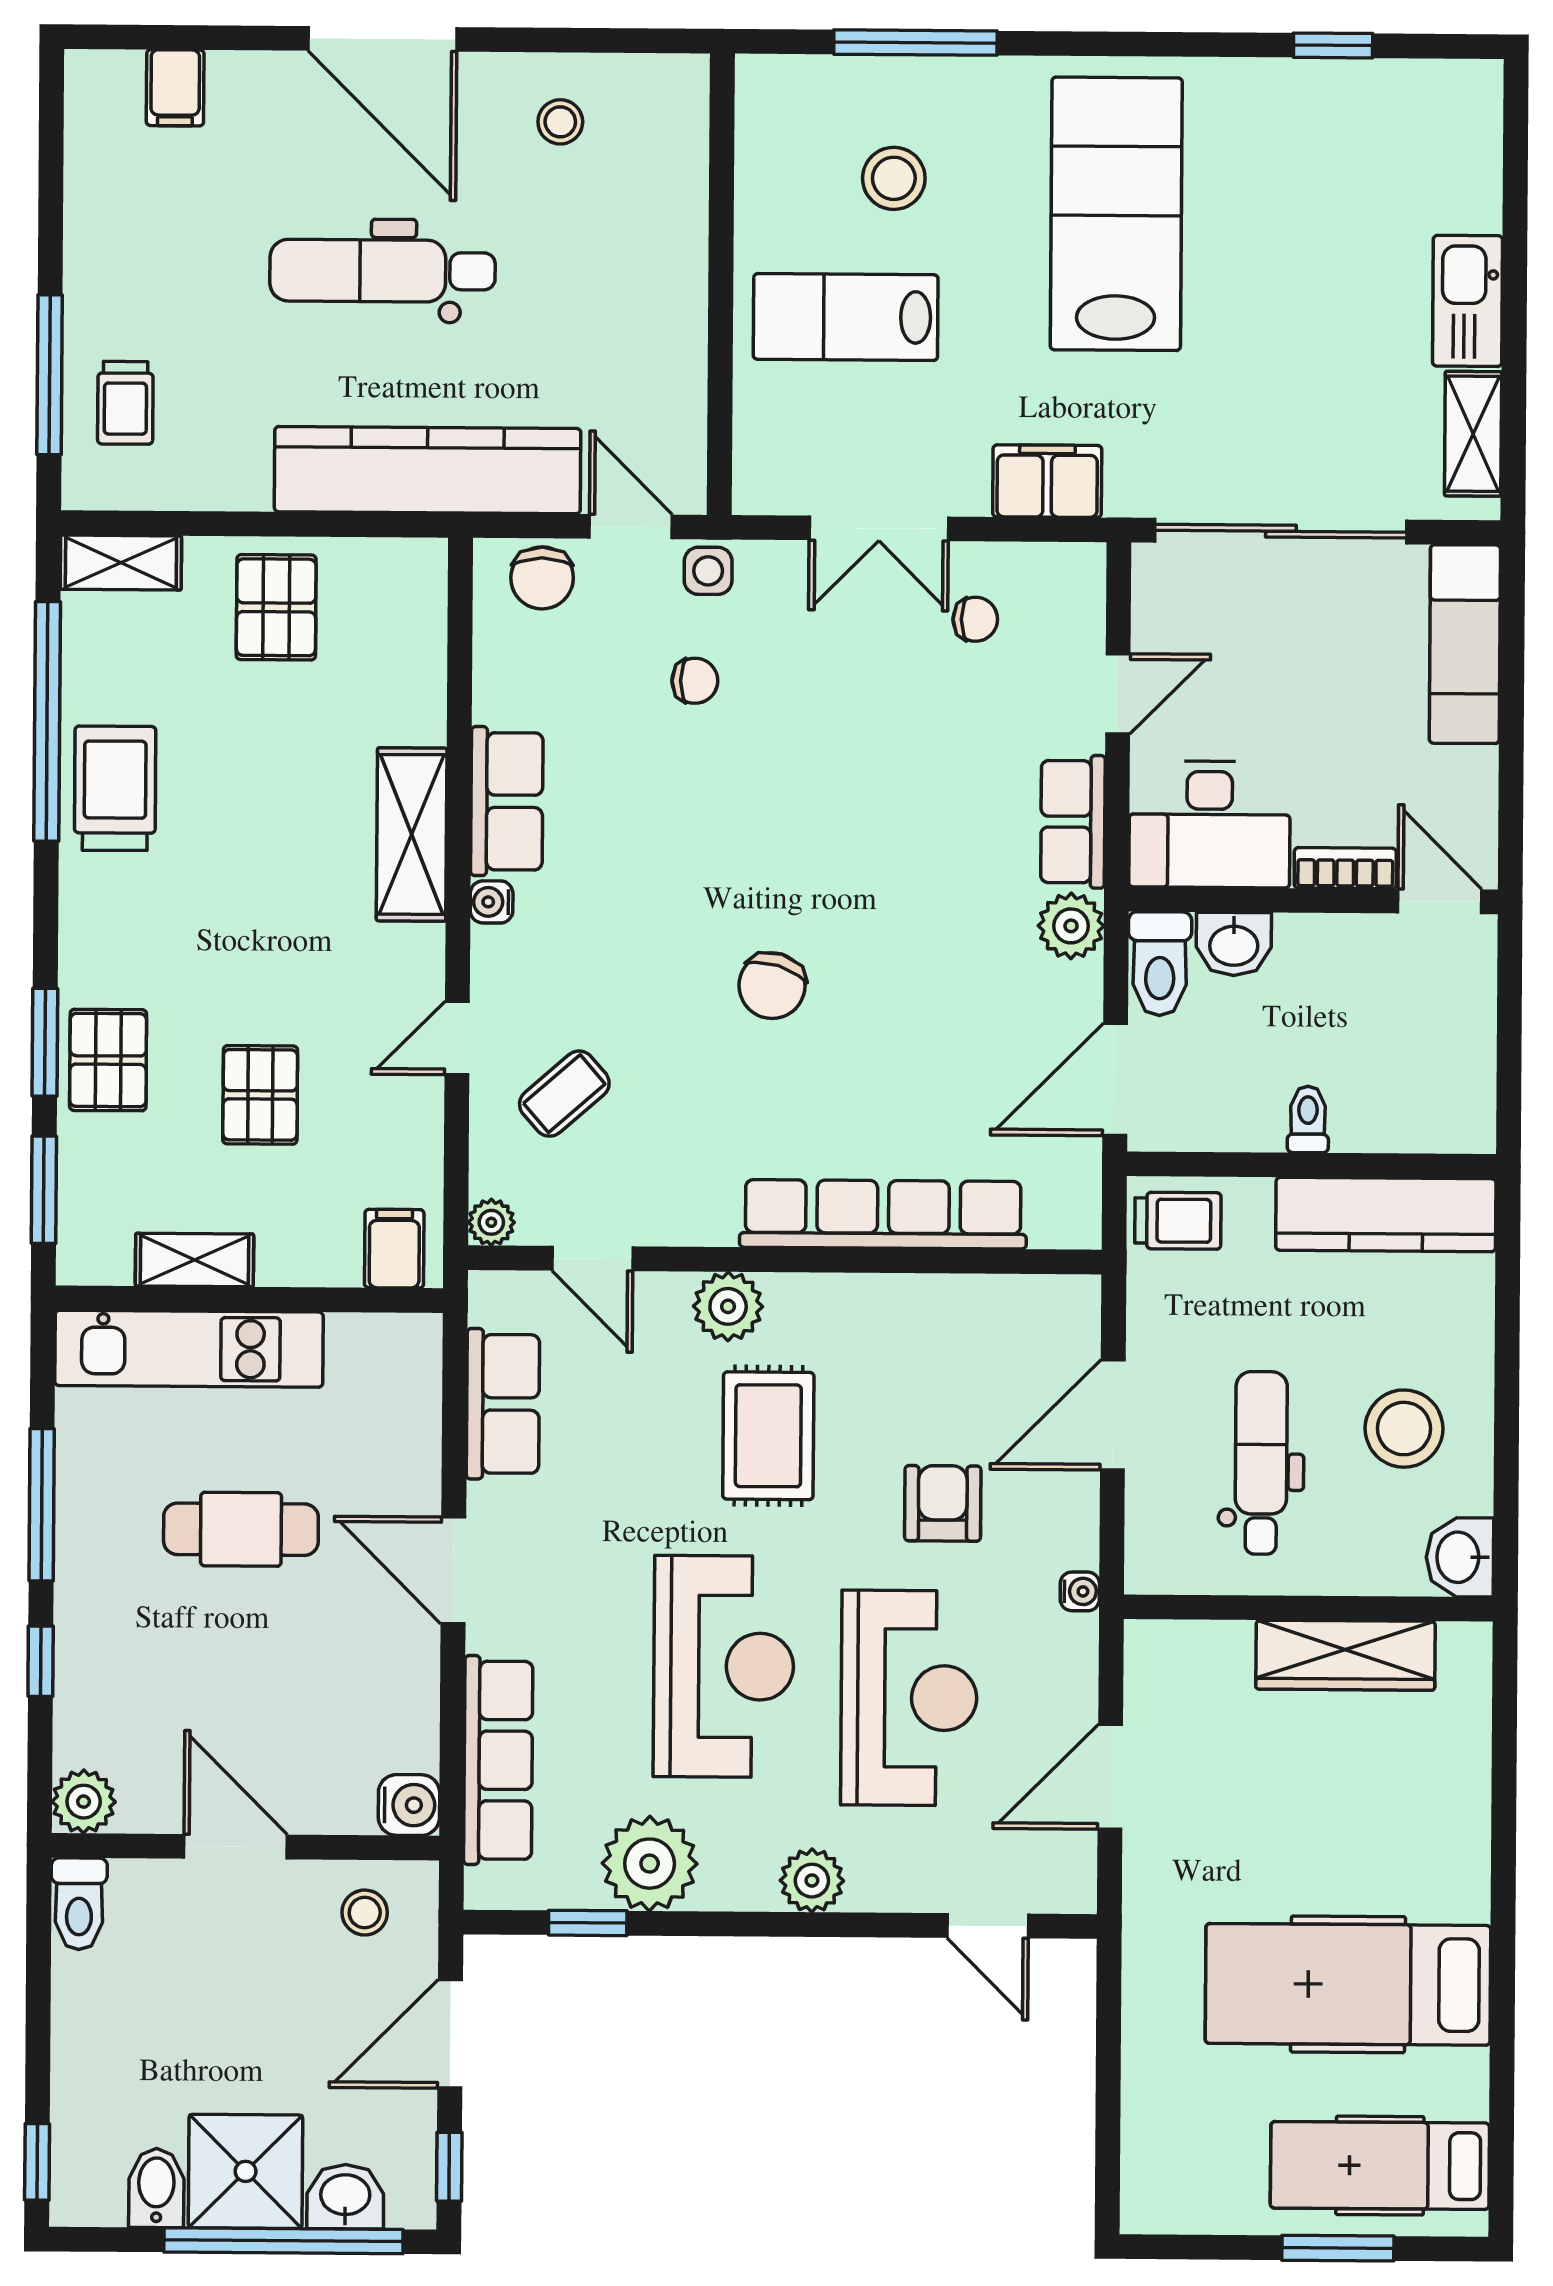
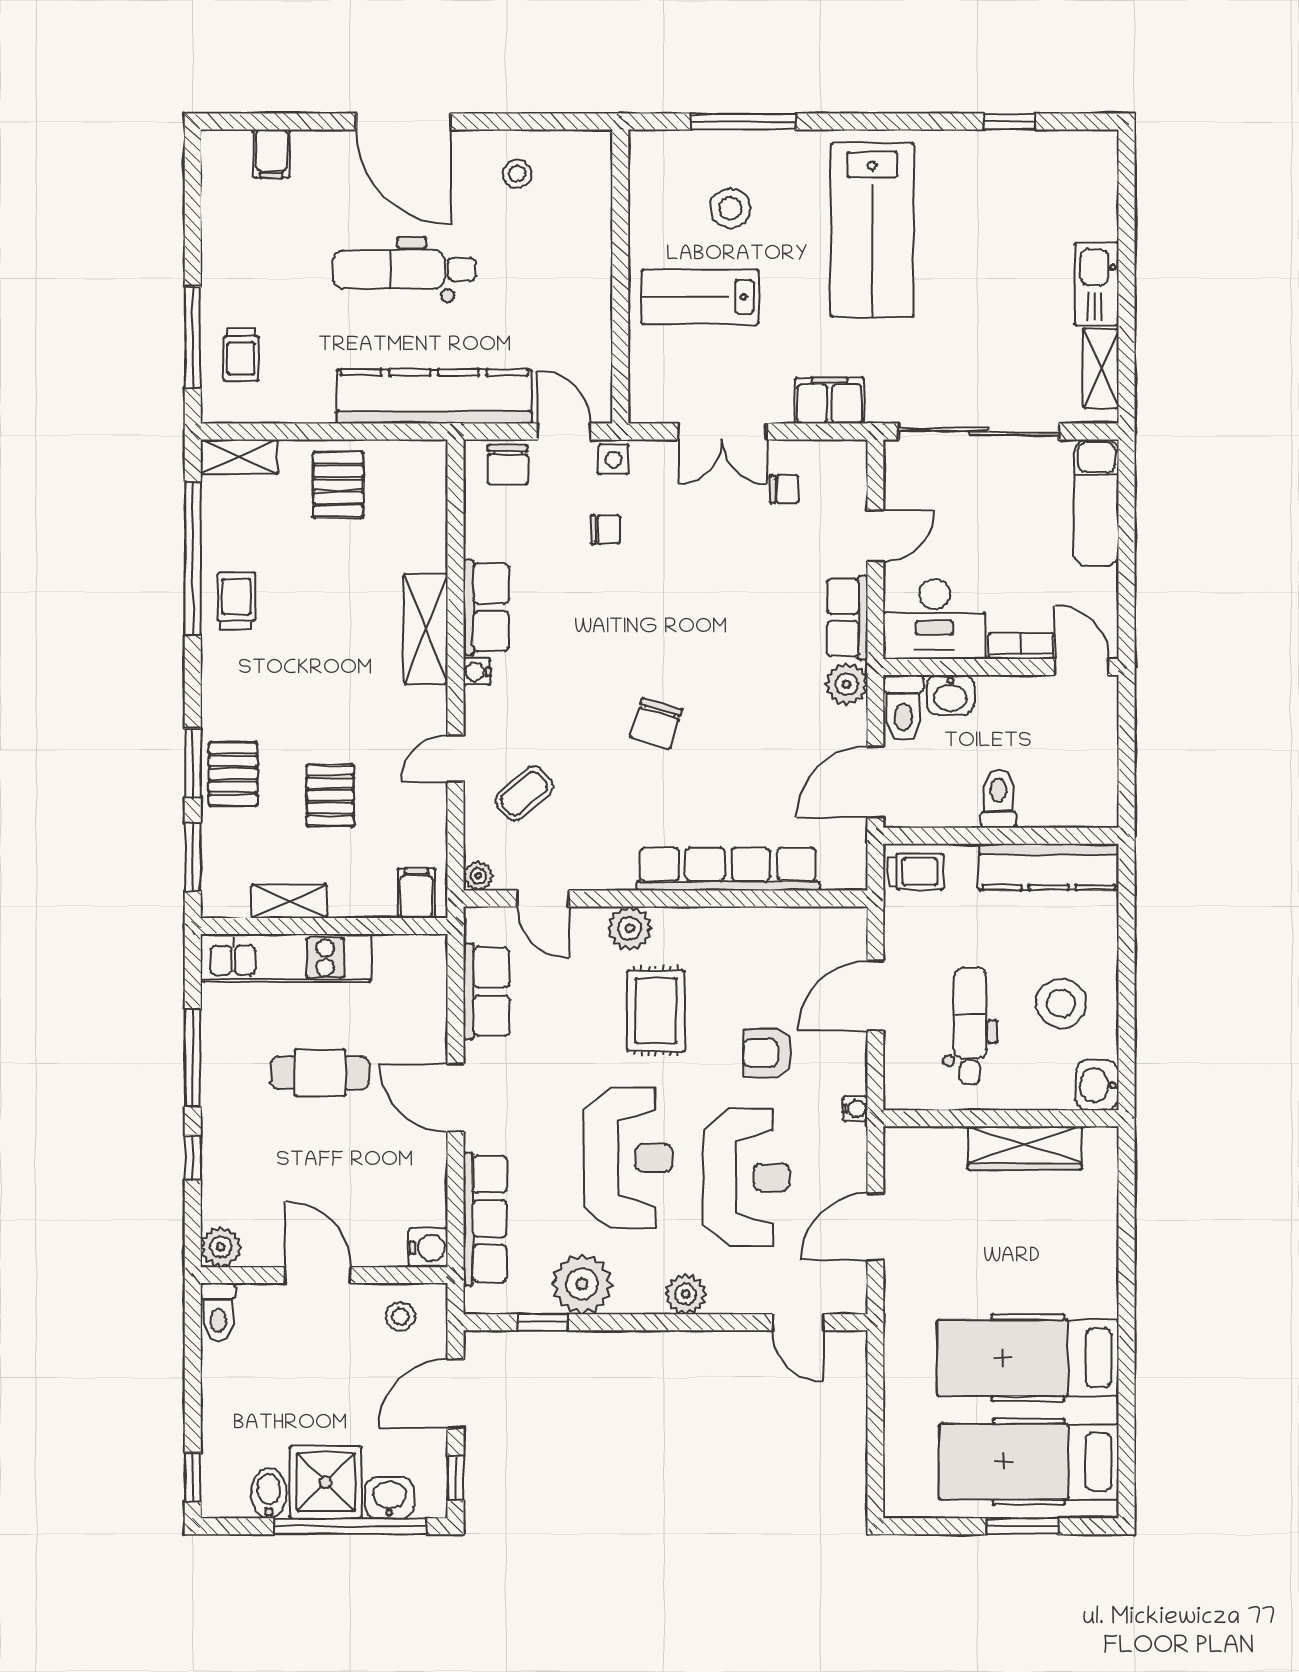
lab bench: (1116, 214) -> (872, 230), turned 180
trolley: (115, 788) -> (236, 601), width x0.73, depth x0.72
toilet: (1308, 1119) -> (998, 798), width x1.37, depth x1.39
armchair: (943, 1503) -> (767, 1053), turned -90
hospital bed: (1380, 2166) -> (1029, 1462), width x1.37, depth x1.29

